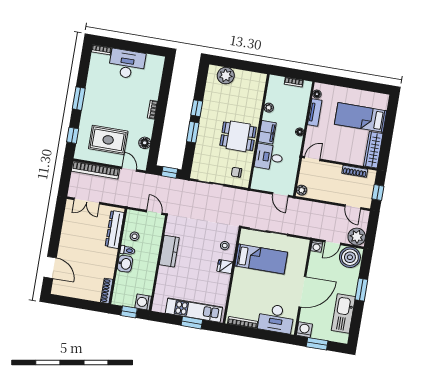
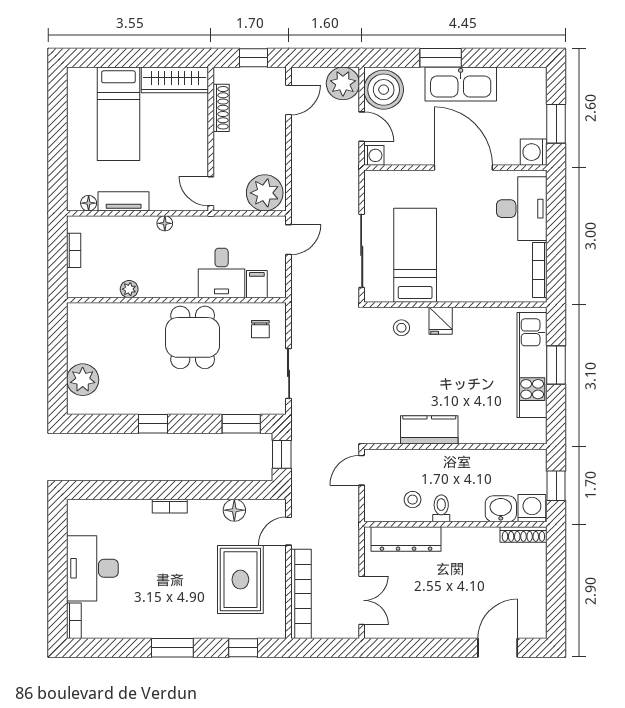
window: (193, 132) -> (241, 424), moved
filing cabinet: (267, 132) -> (257, 284), moved, width x0.50
plant: (302, 190) -> (265, 193), width x1.87, depth x1.87
washbasin: (125, 264) -> (501, 509), moved
washing machine: (143, 302) -> (532, 508), moved, turned 180
kitchen sink: (343, 314) -> (461, 84), moved

